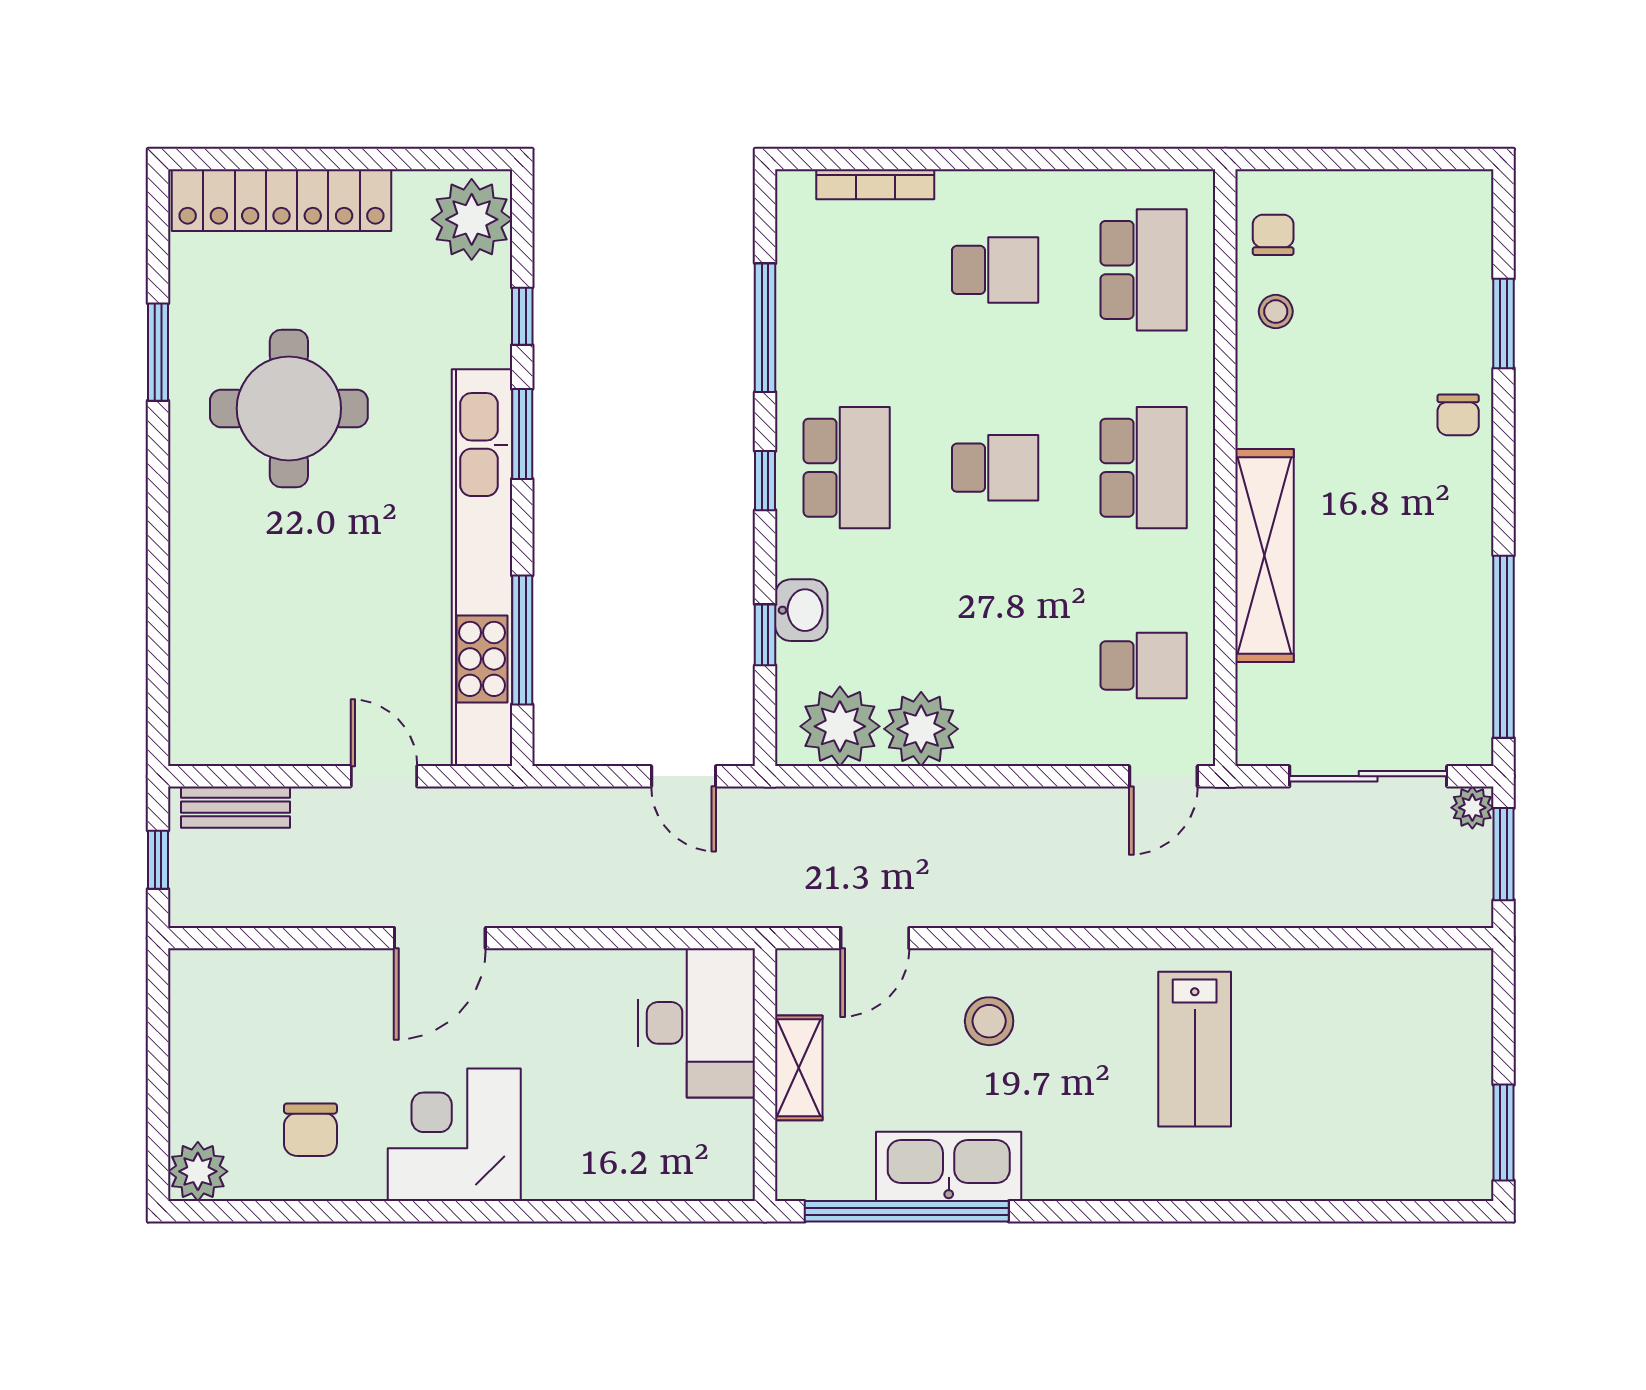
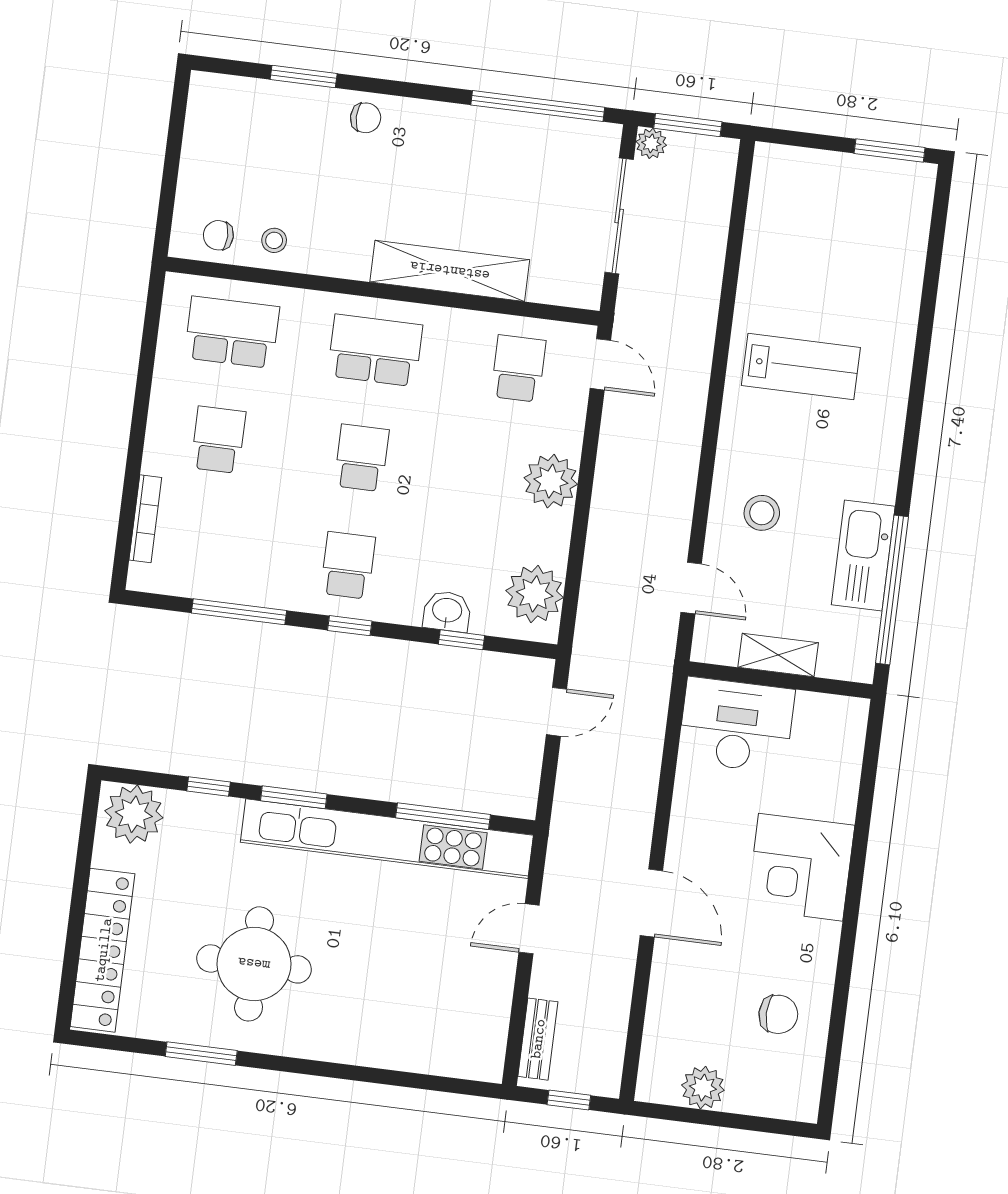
school desk: (847, 468) -> (348, 565), width x0.54
plant: (921, 729) -> (551, 481), moved
corner desk: (454, 1135) -> (801, 867), moved
plant: (198, 1171) -> (703, 1088), moved

